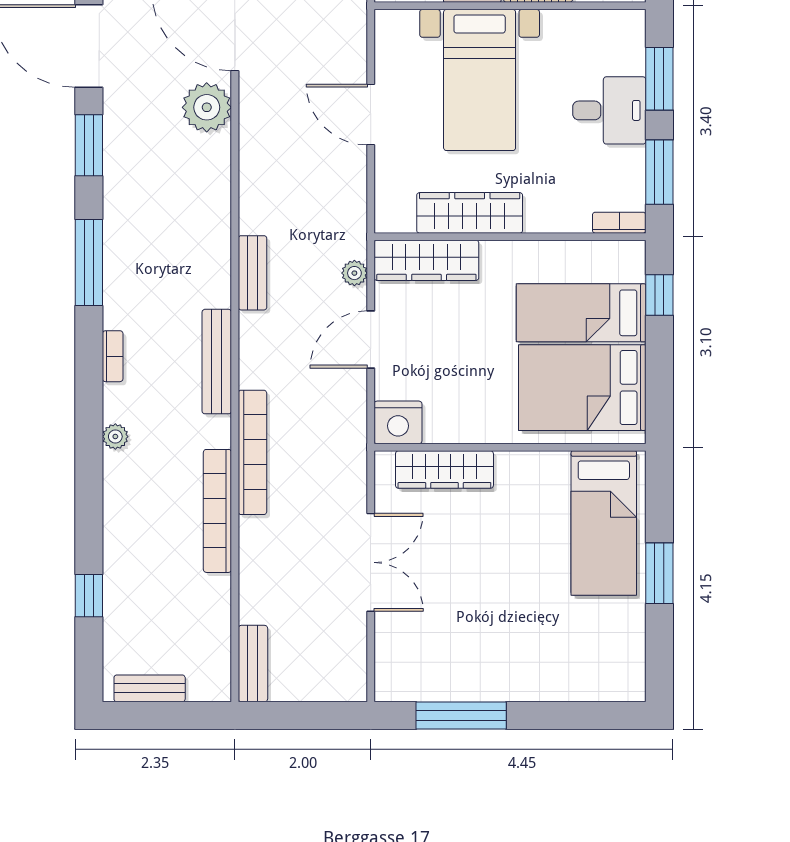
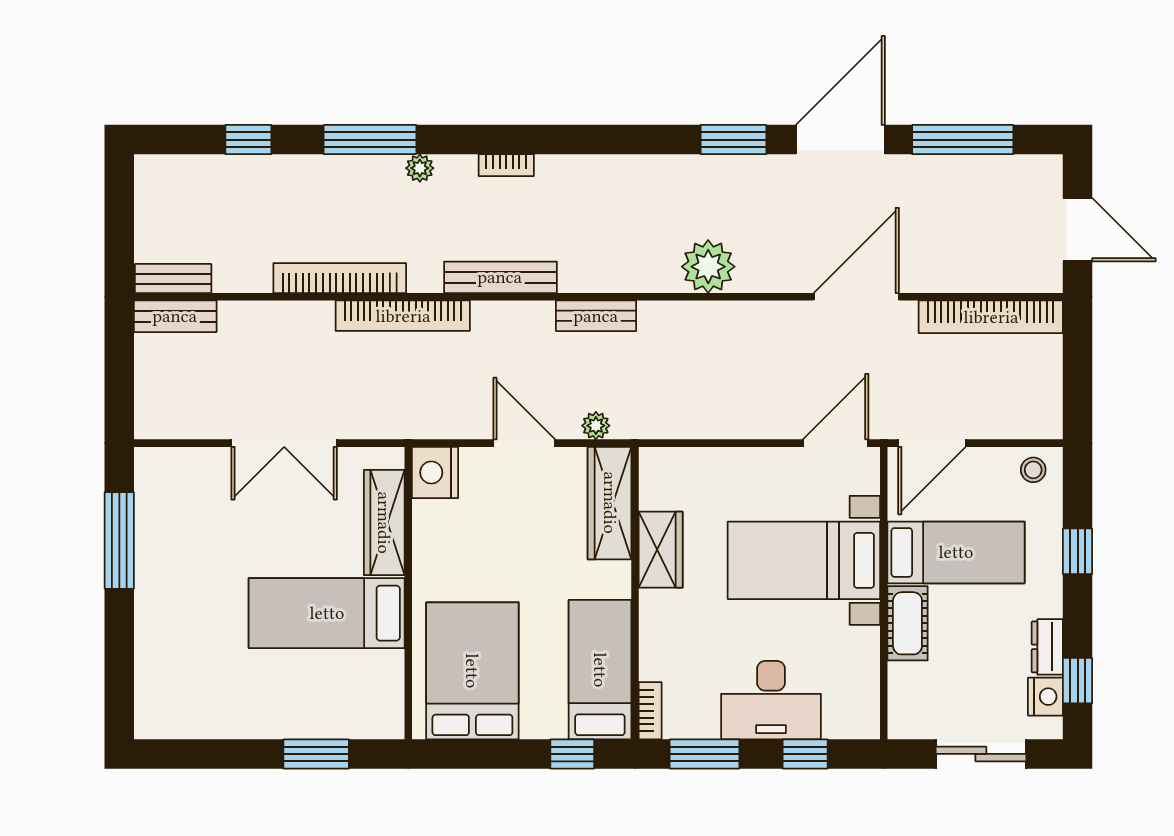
window: (659, 79) -> (805, 754), width x0.67
plant: (207, 107) -> (708, 267), moved
desk: (609, 110) -> (771, 700), width x1.37
door: (371, 115) -> (836, 443), moved
wardrobe: (470, 213) -> (661, 550), width x0.67
window: (89, 263) -> (370, 140), moved
bed: (581, 313) -> (600, 670), moved
bed: (604, 523) -> (327, 613), moved
window: (659, 573) -> (316, 754), moved
bench: (150, 688) -> (173, 279), moved, turned 90

